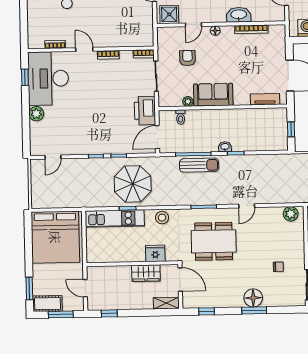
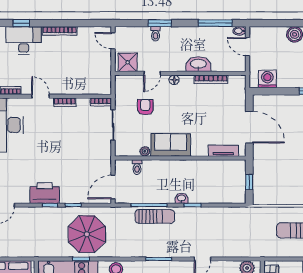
printer: (145, 111) -> (45, 193), moved, turned 90

